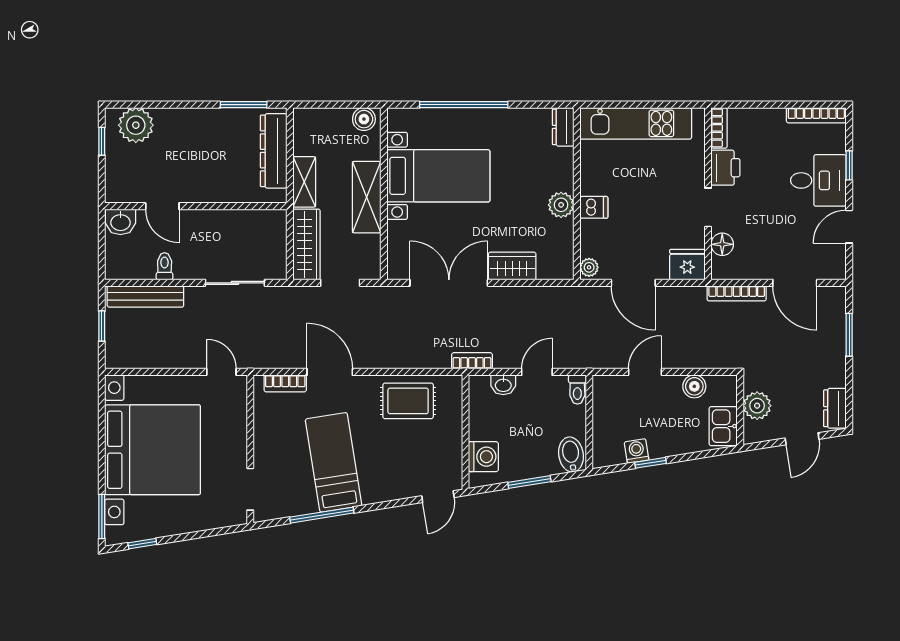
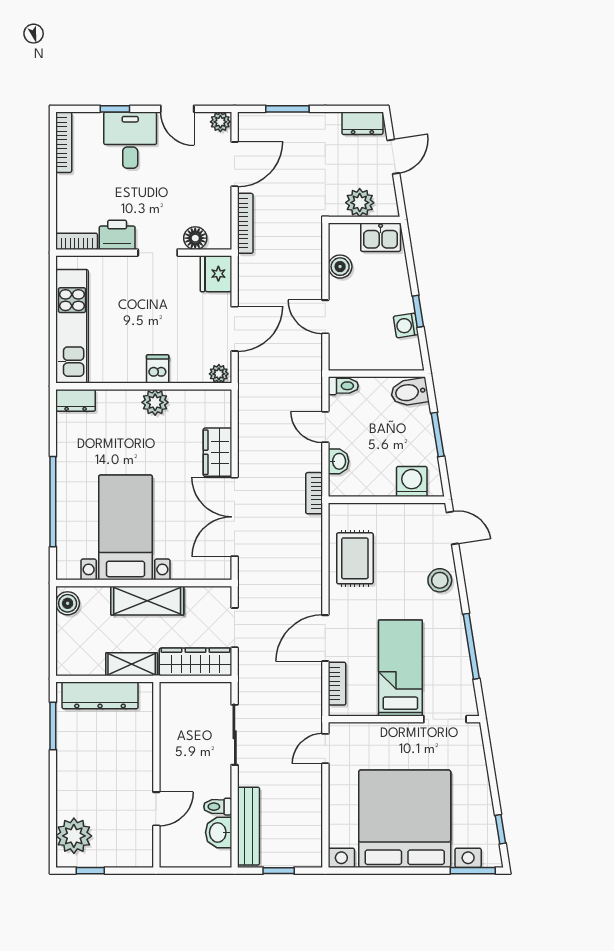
washbasin: (120, 222) -> (219, 832), moved, turned 180
plant: (836, 269) -> (220, 122), added
door: (802, 439) -> (393, 157), hinge flipped
bed: (334, 462) -> (400, 668), moved, turned 99
stool: (386, 484) -> (440, 580), added

